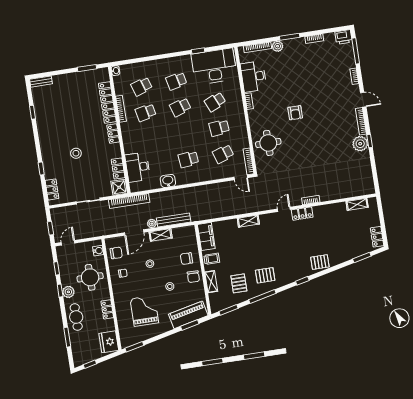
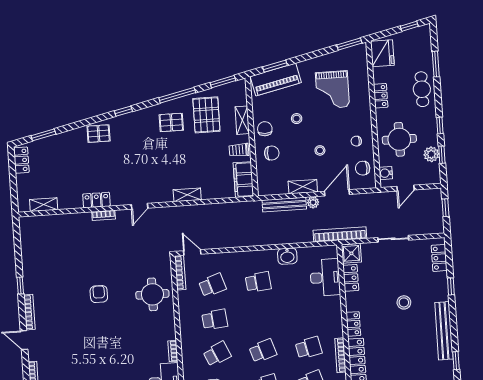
armchair: (295, 113) -> (99, 294), moved
bench: (44, 134) -> (444, 331), added
plant: (360, 144) -> (33, 283), removed
locker: (302, 214) -> (97, 200), moved
door: (68, 243) -> (405, 188), moved
pallet: (239, 283) -> (206, 115), width x1.50, depth x1.42
plant: (68, 292) -> (431, 154), moved

